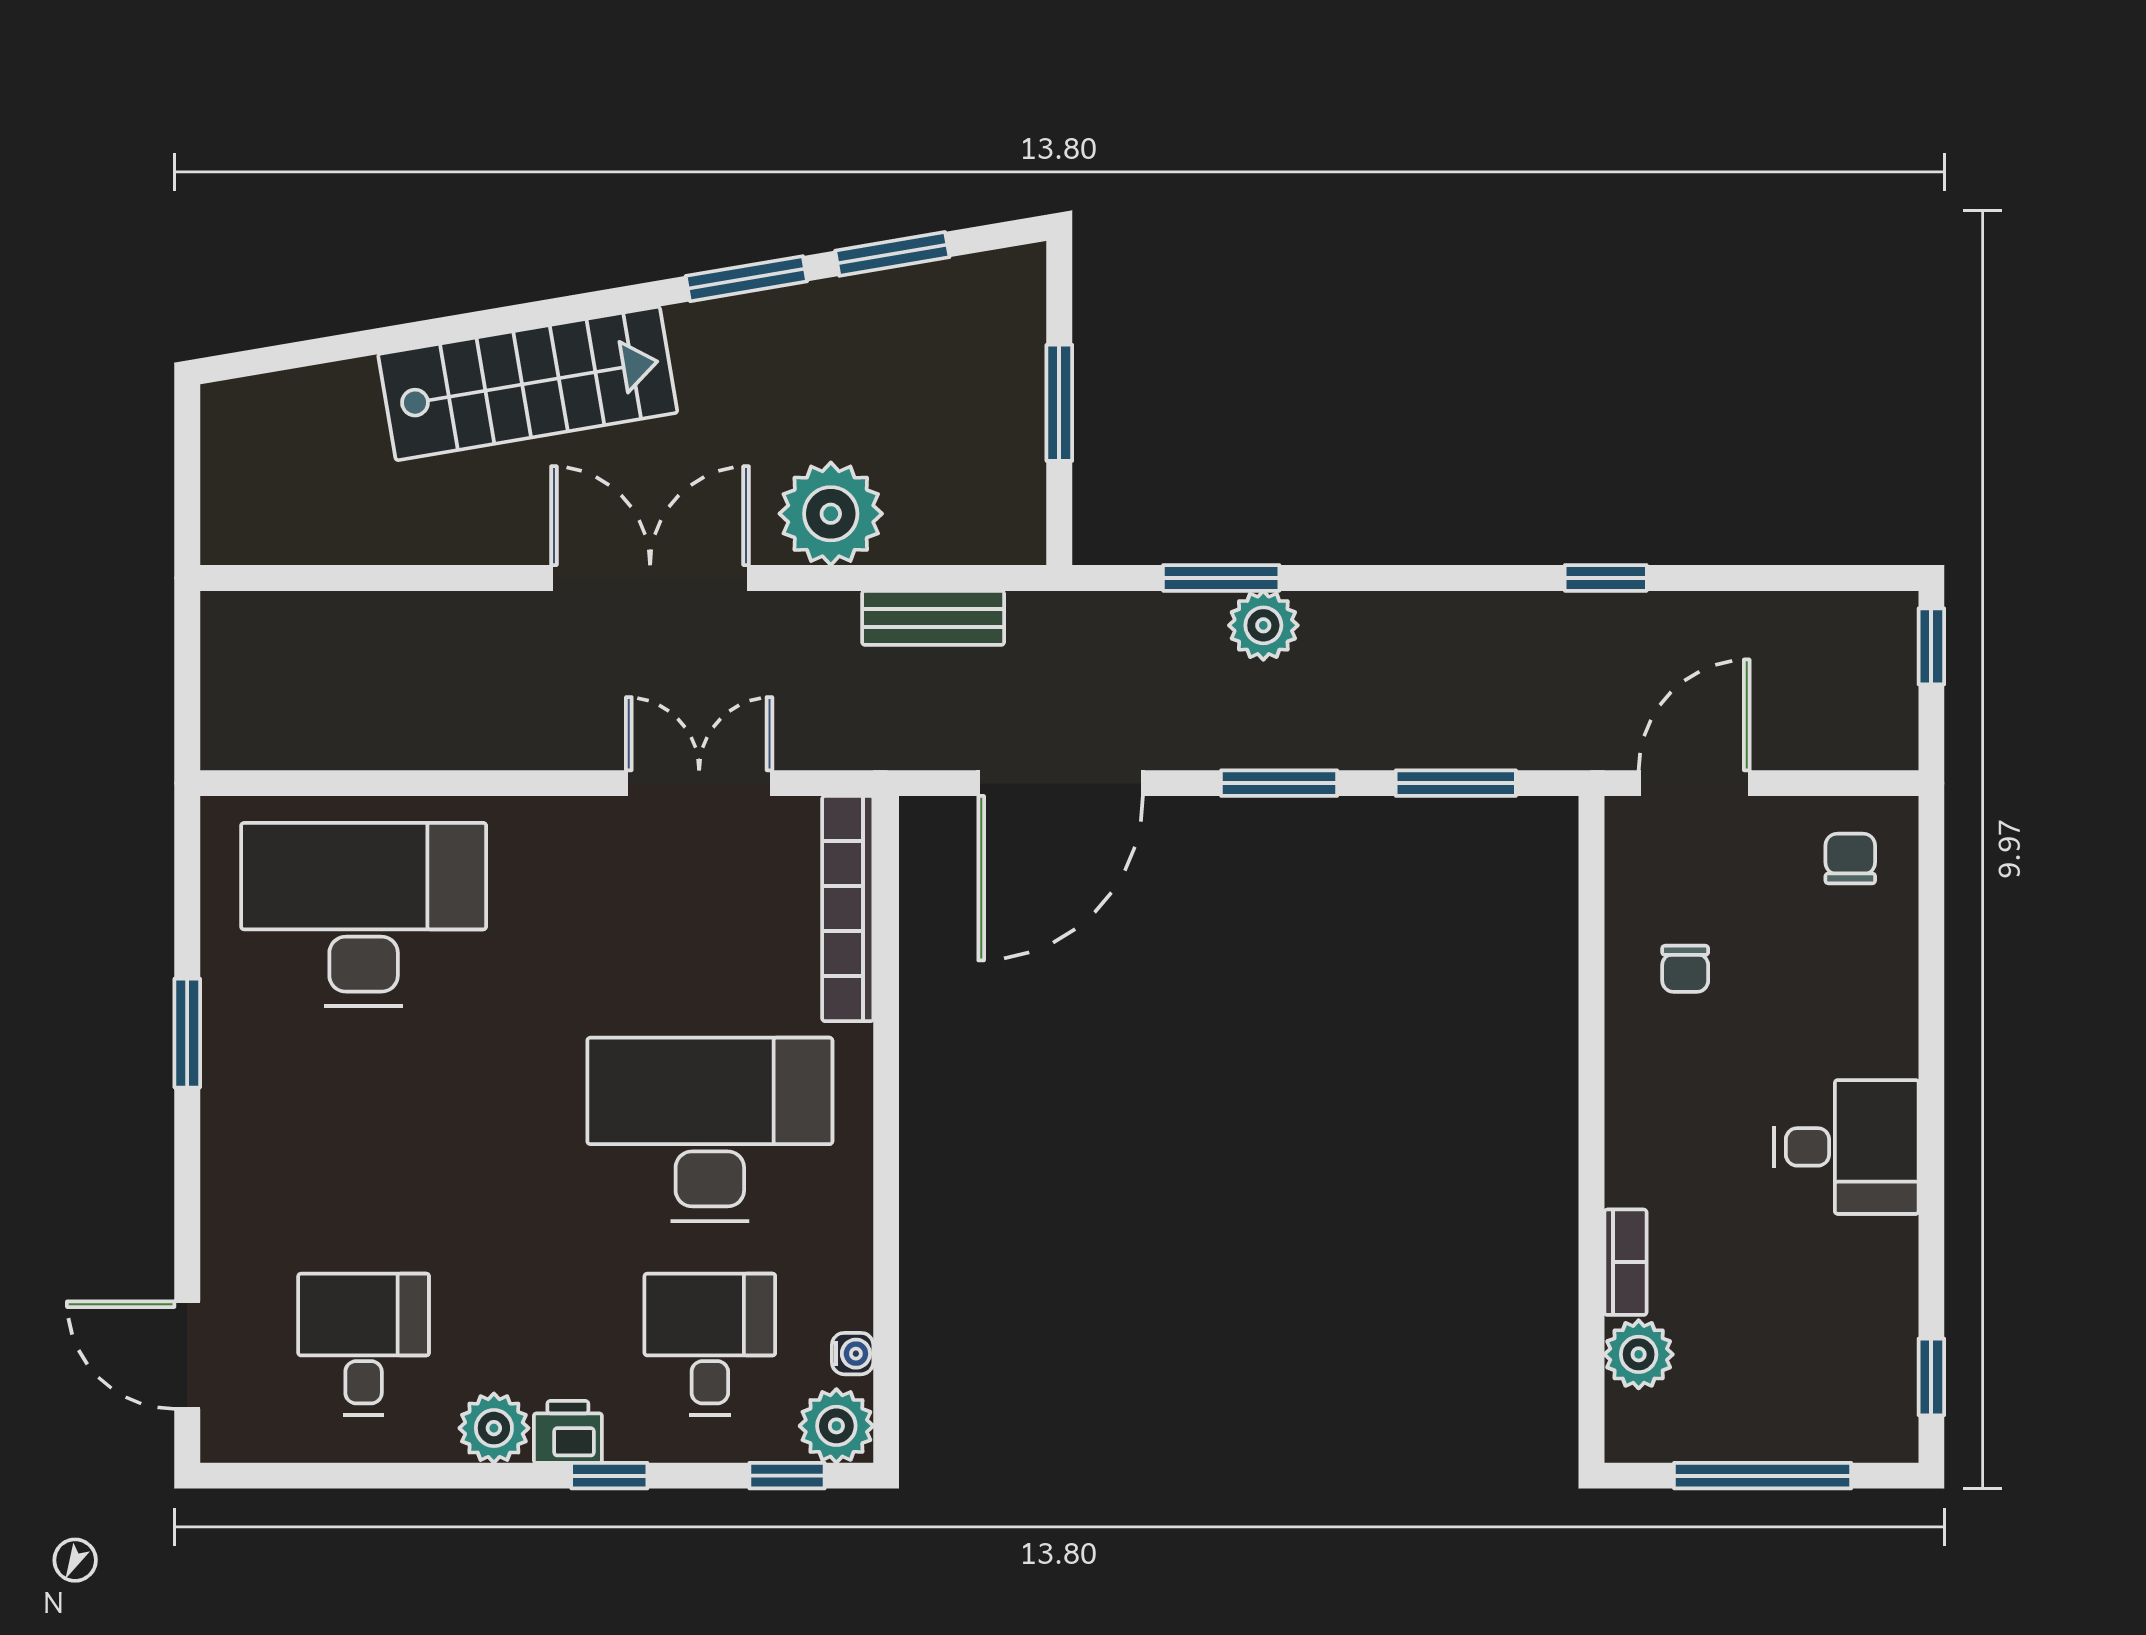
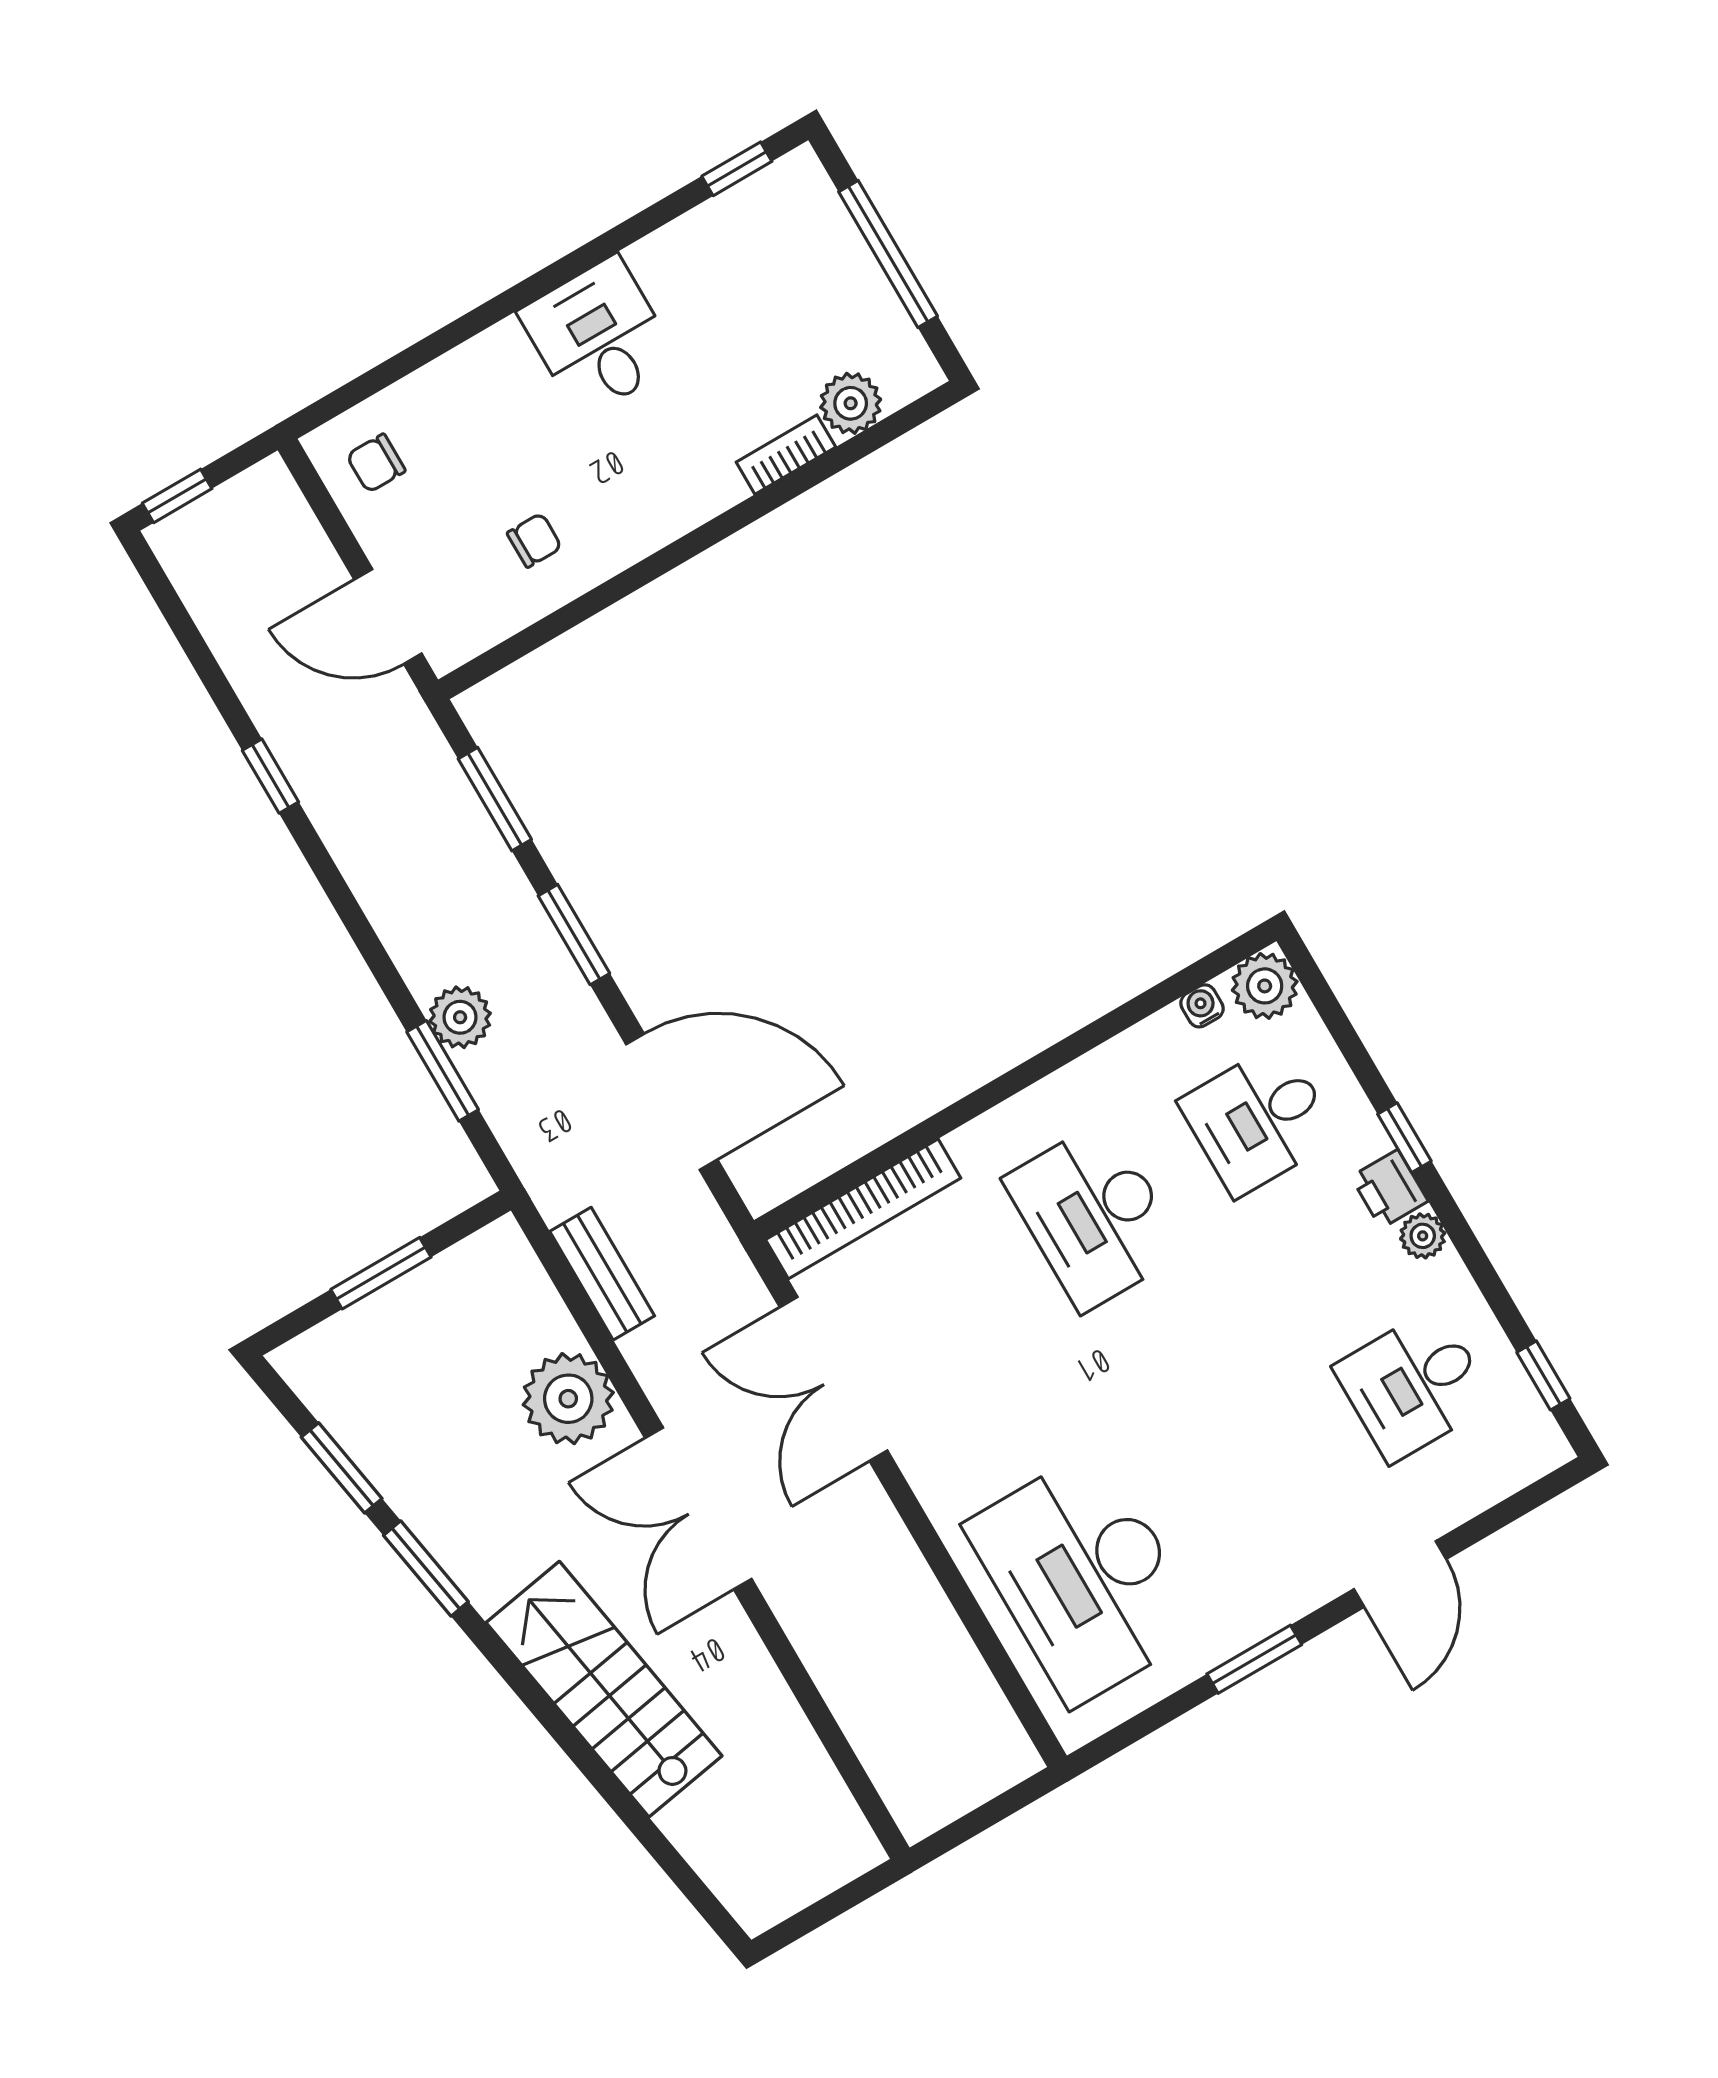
double door: (699, 783) -> (834, 1379), width x1.37
desk: (710, 1129) -> (1094, 1216), width x0.73, depth x0.77
door: (187, 1355) -> (1400, 1574), moved
plant: (494, 1428) -> (1423, 1236), width x0.73, depth x0.73
window: (787, 1476) -> (1543, 1375), moved

